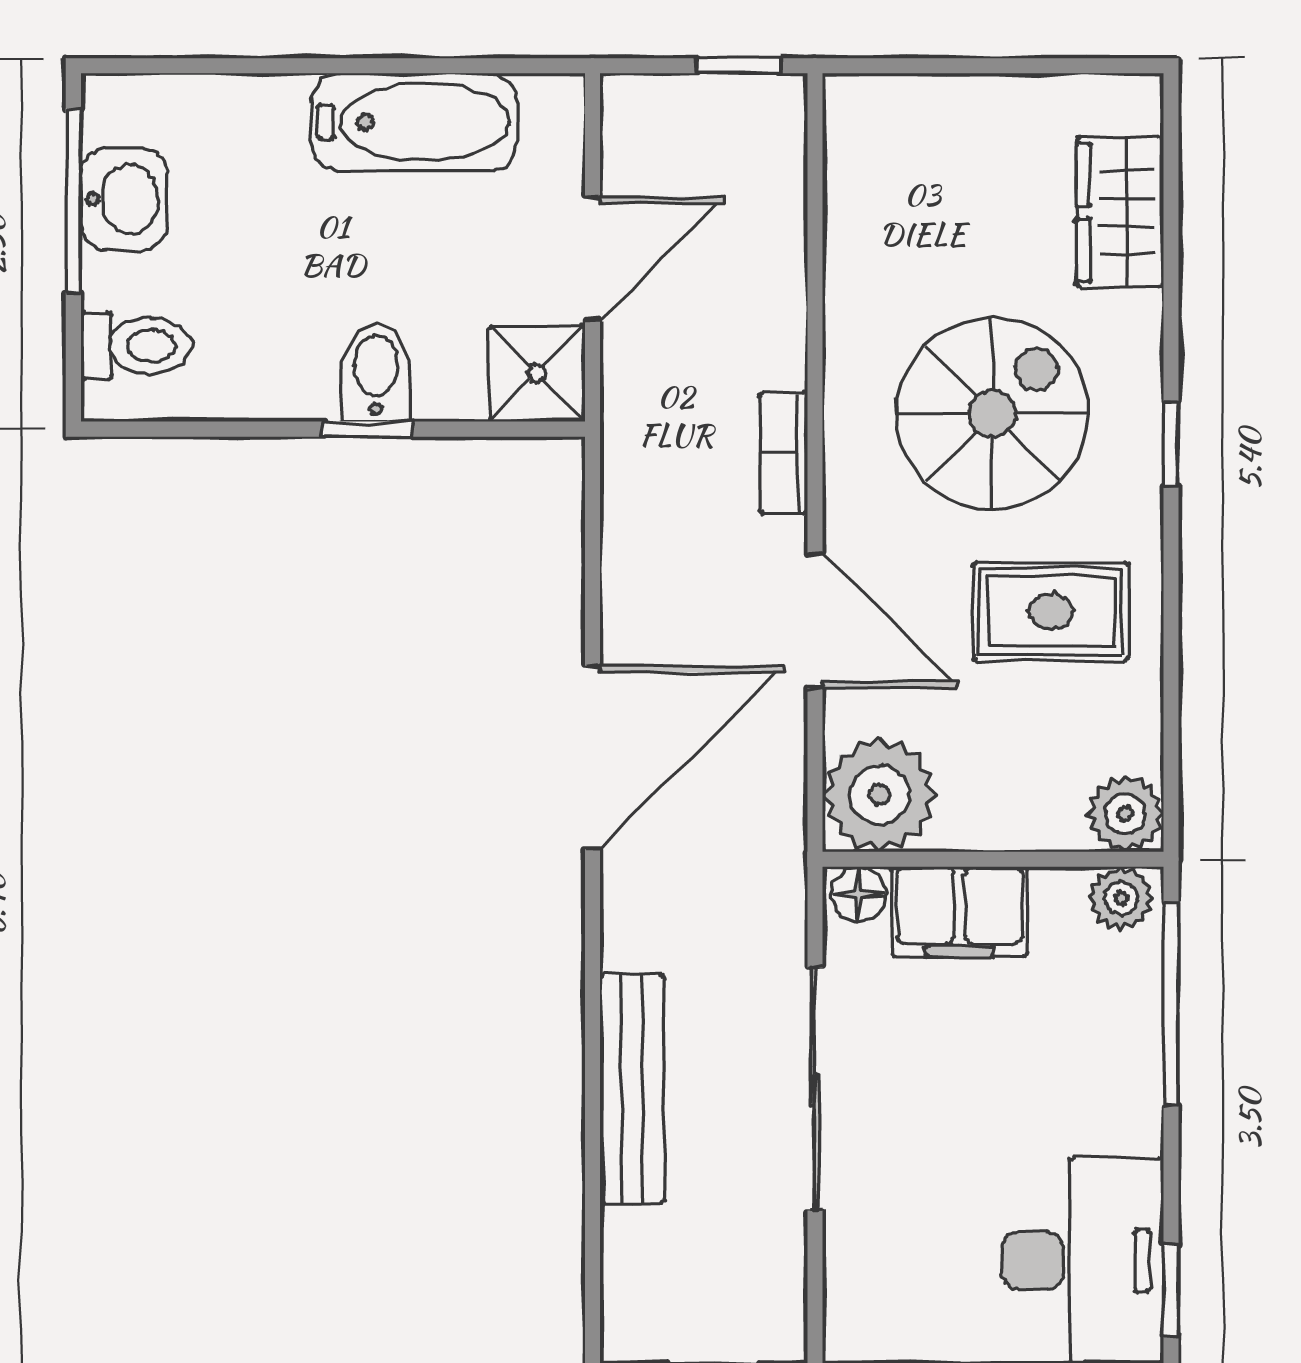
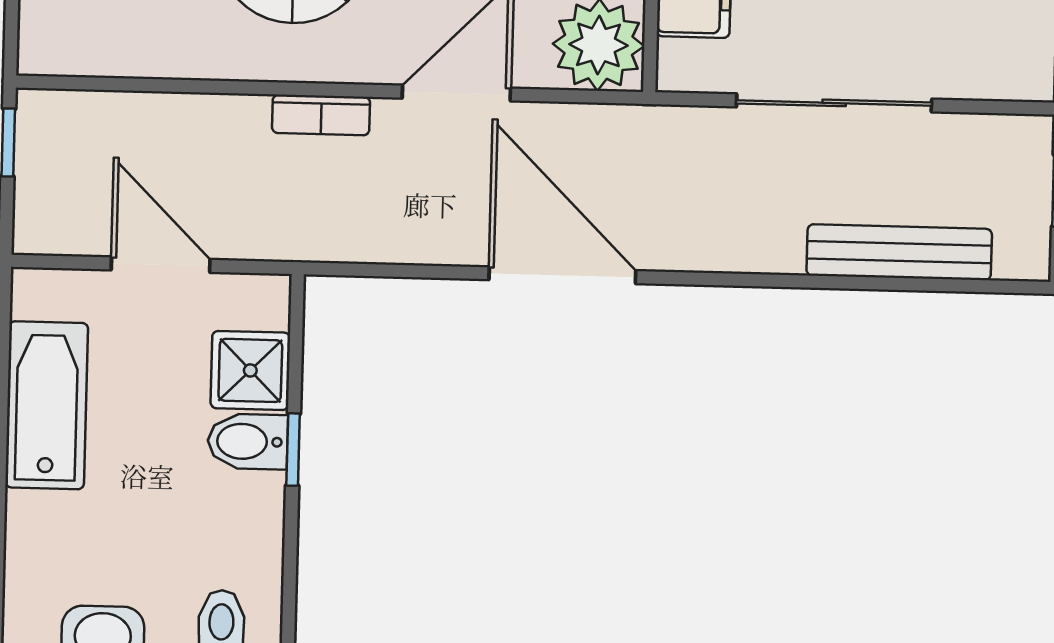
shower: (537, 373) -> (250, 370), moved
floor lamp: (859, 894) -> (678, 64), removed
bench: (632, 1089) -> (899, 252), moved

